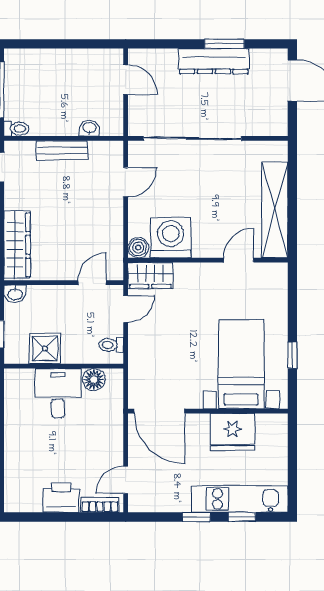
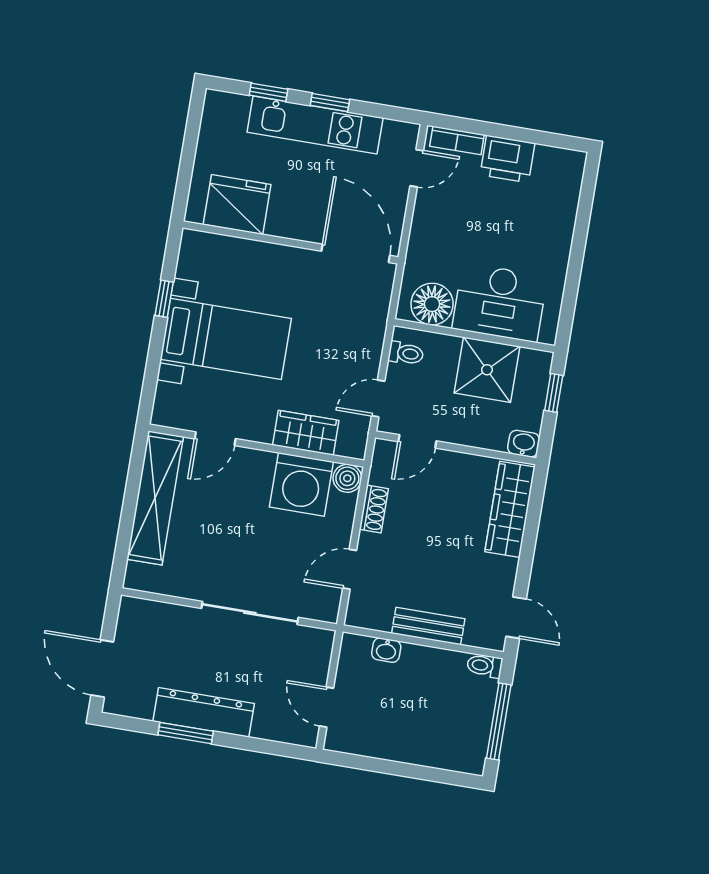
sliding door: (192, 138) -> (250, 613), width x0.73
shoe rack: (115, 229) -> (374, 509), added
wardrobe: (150, 275) -> (306, 433), moved
shower: (45, 348) -> (487, 370), width x1.36, depth x1.36
bed with nightstands: (241, 364) -> (226, 339), moved, turned -90
floor lamp: (94, 379) -> (432, 304), width x1.38, depth x1.38
desk: (58, 393) -> (500, 302), width x1.37
fridge: (232, 432) -> (237, 205), moved
kitchen unit: (240, 499) -> (315, 125), moved

